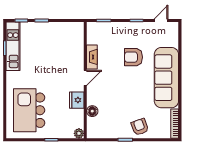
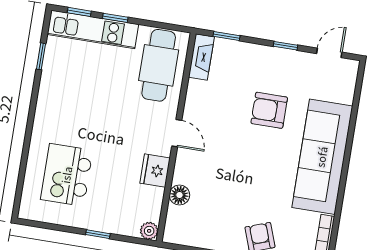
cafe table: (69, 42) -> (159, 65), added
kitchen unit: (13, 46) -> (93, 29), moved, turned 90
fireplace: (92, 57) -> (201, 57), moved
door: (85, 78) -> (177, 133), hinge flipped
kitchen island: (29, 110) -> (67, 175), width x0.73, depth x0.78

